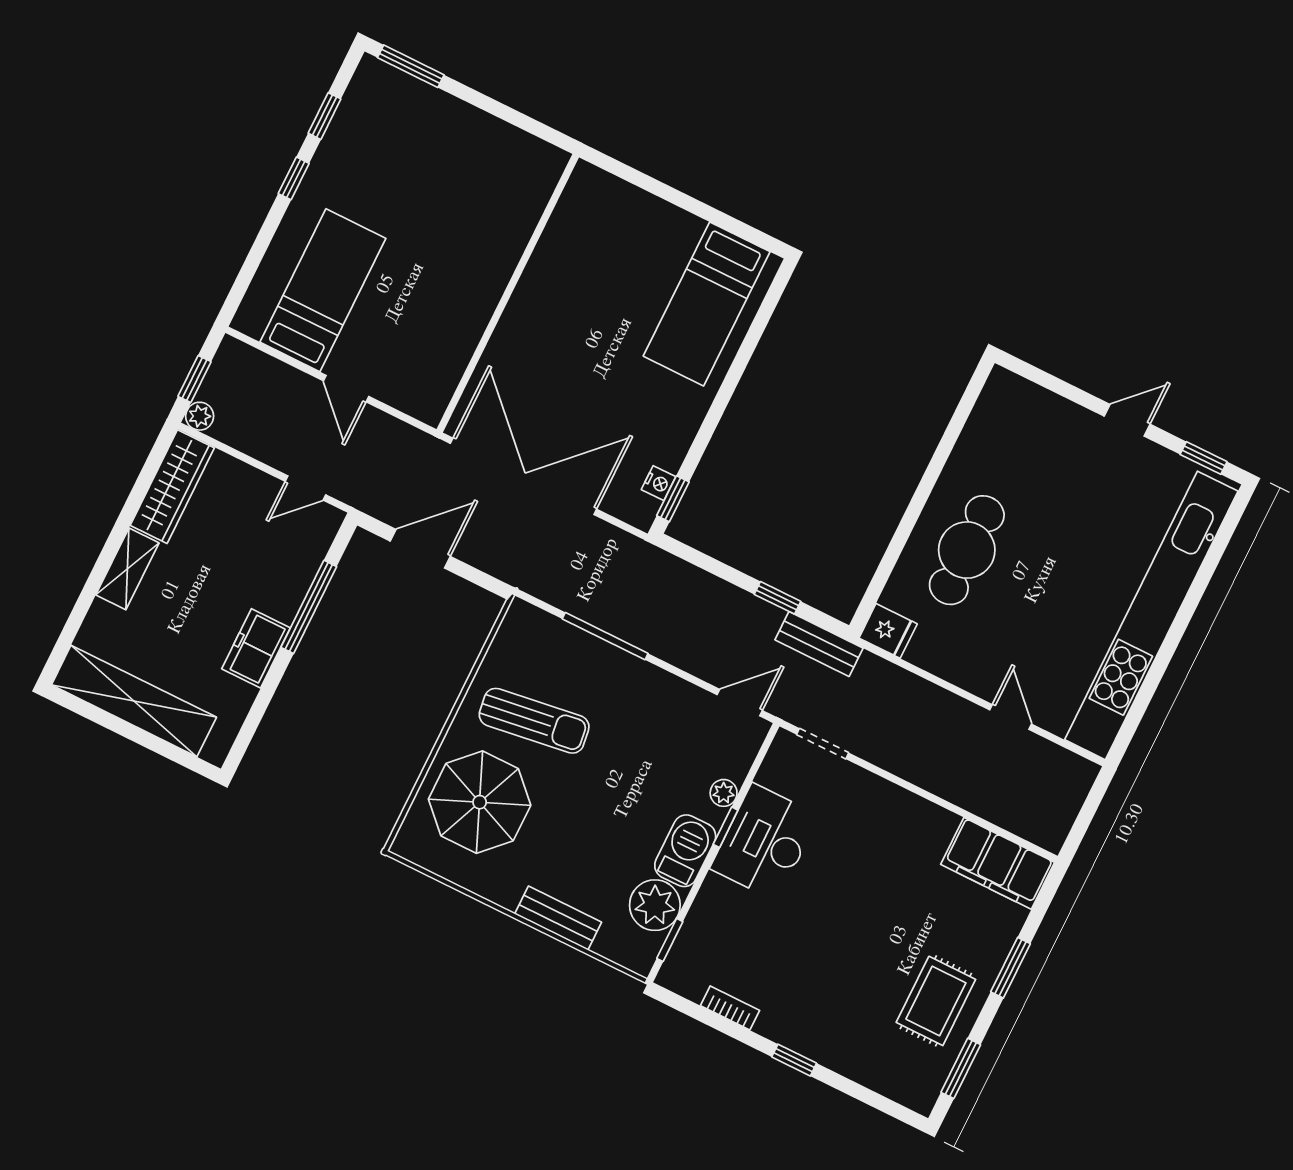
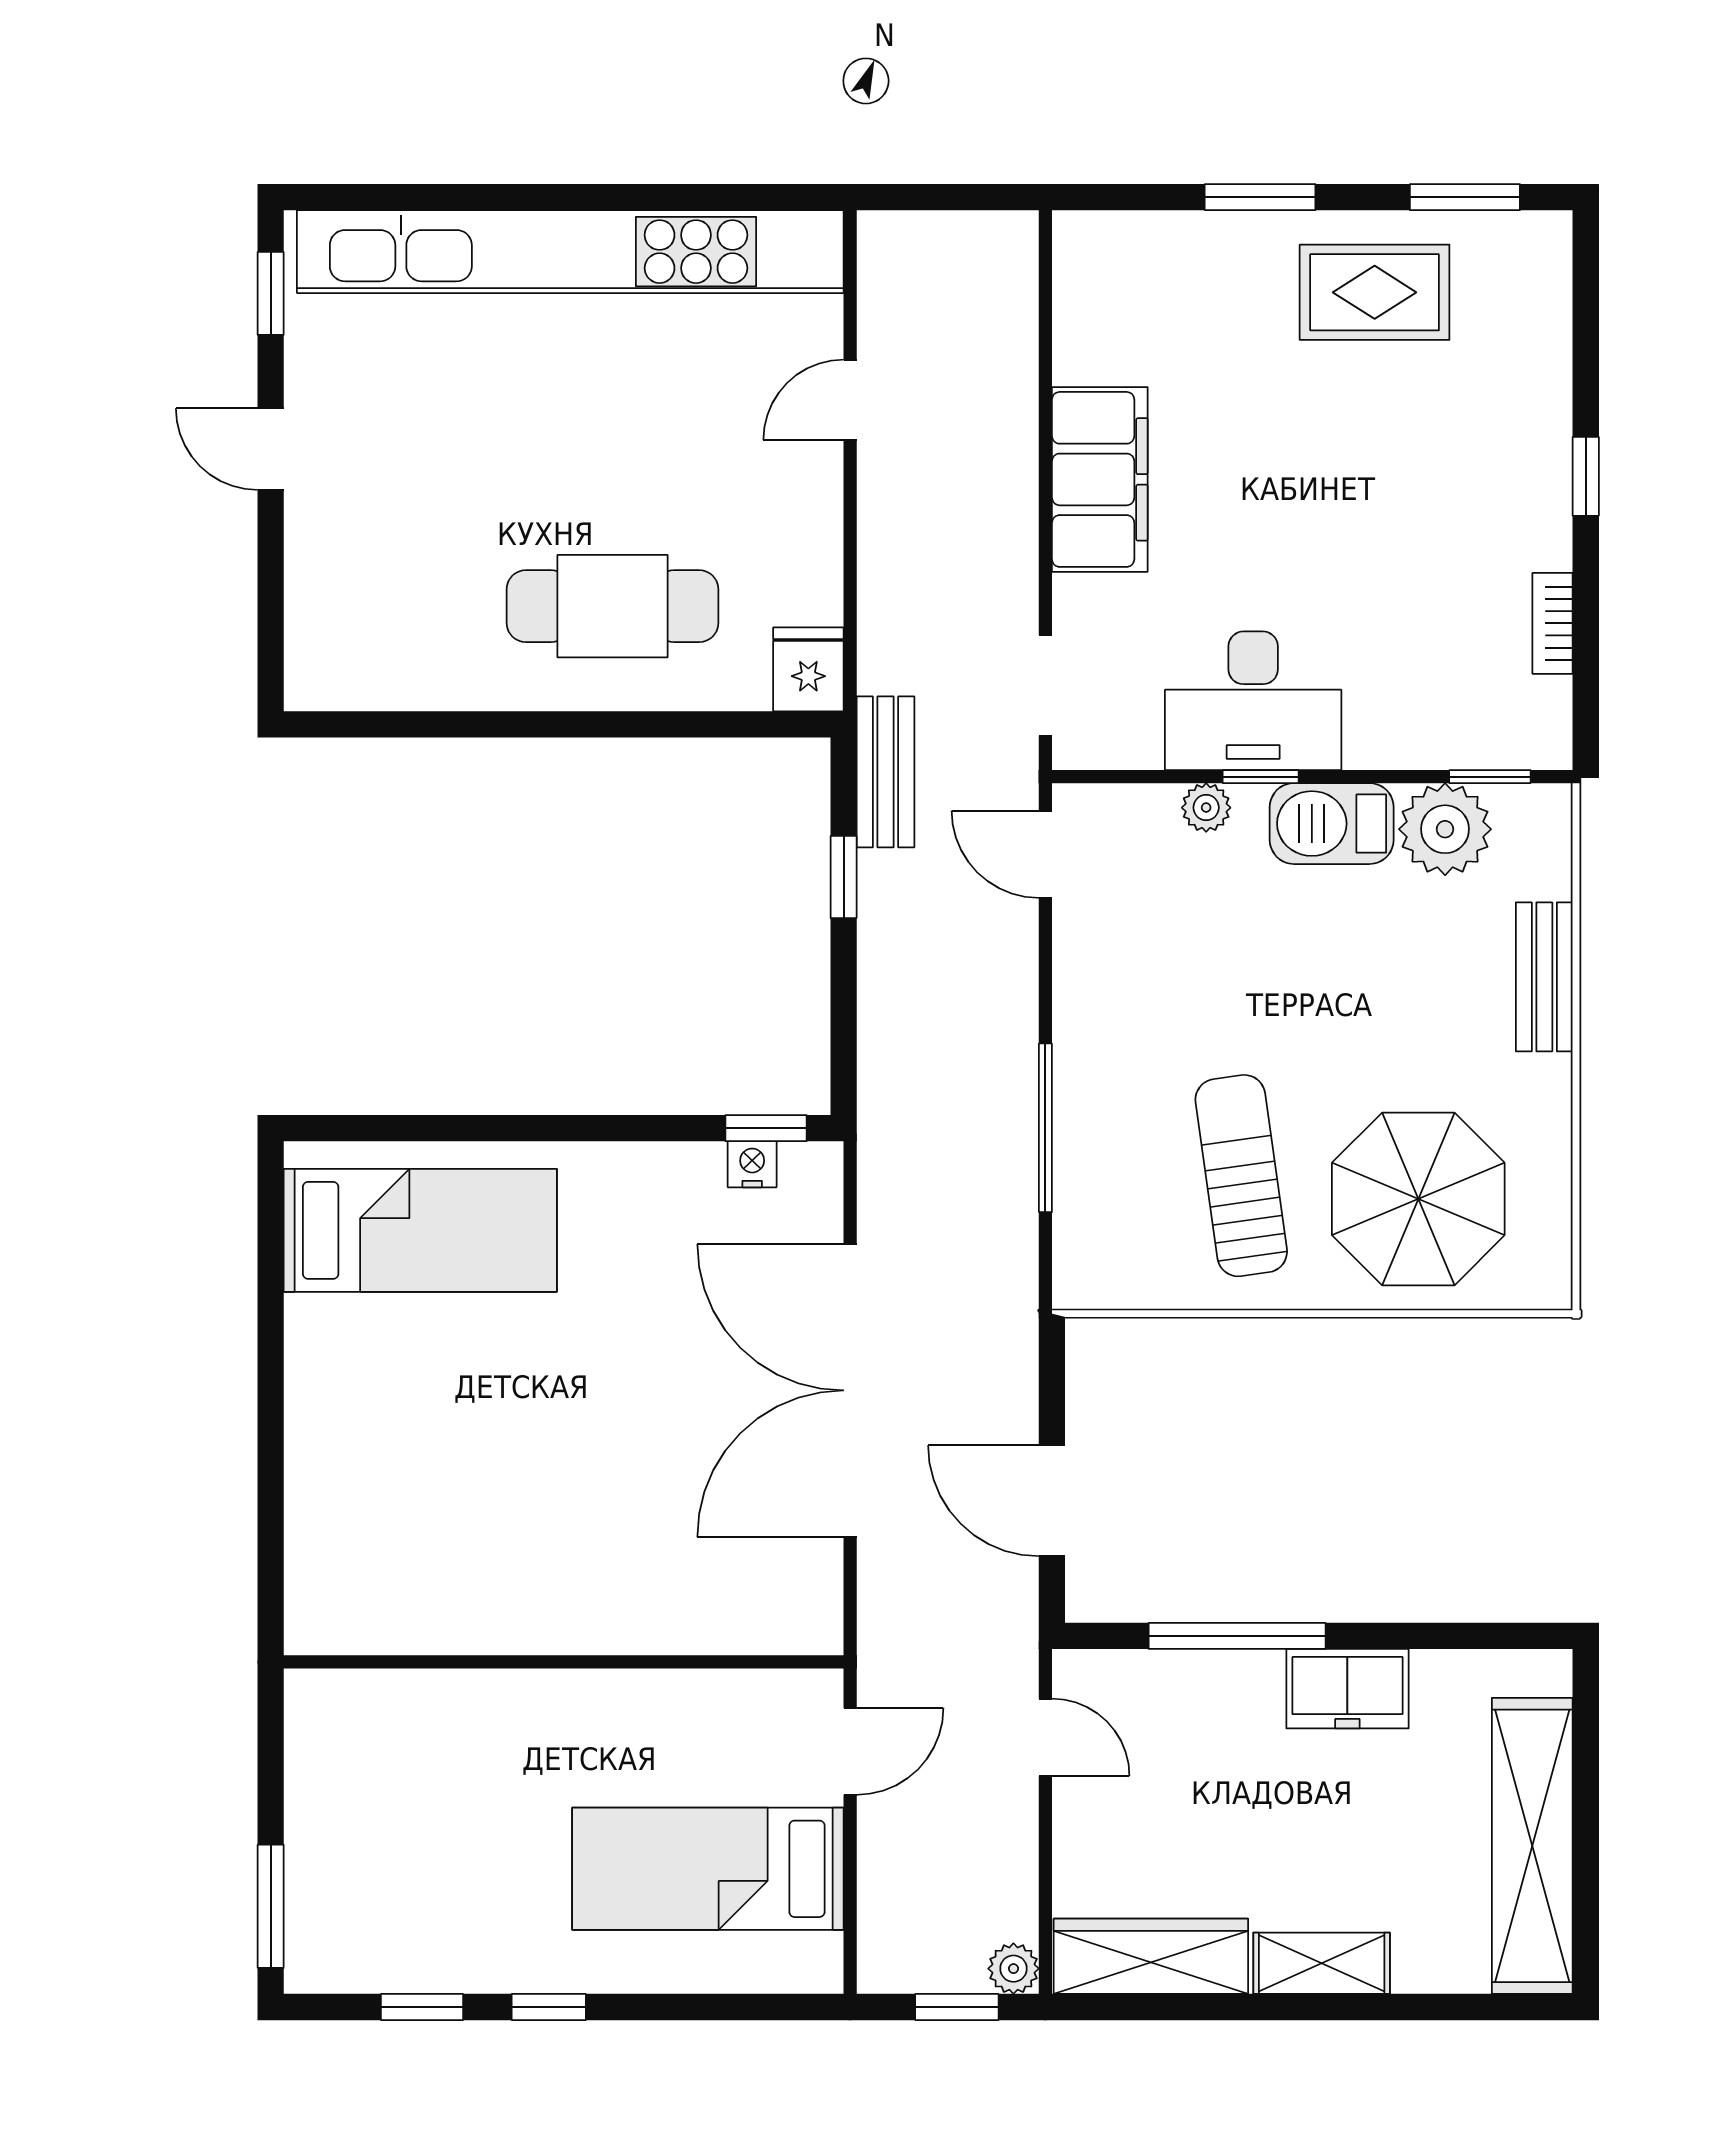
wall: (508, 293) -> (564, 1662), moved
filing cabinet: (998, 863) -> (1100, 479), moved

